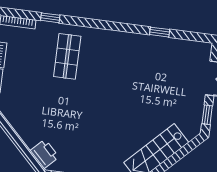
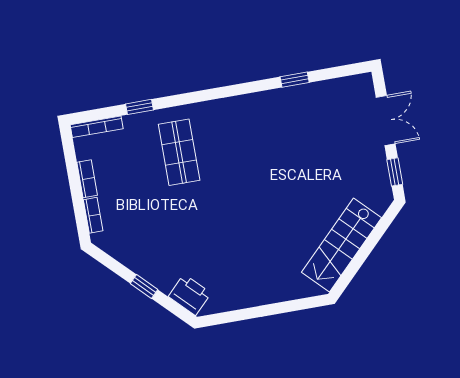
window: (16, 139) -> (144, 286), added

